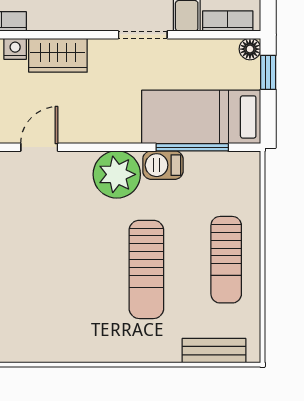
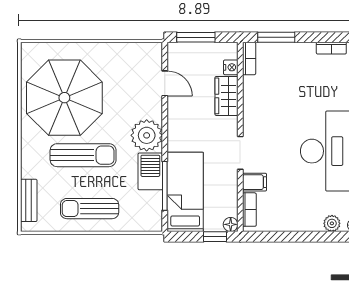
barbecue: (163, 165) -> (150, 171), width x1.38, depth x1.27
sun lounger: (146, 269) -> (83, 155), turned 180
parasol: (61, 297) -> (64, 98), added

